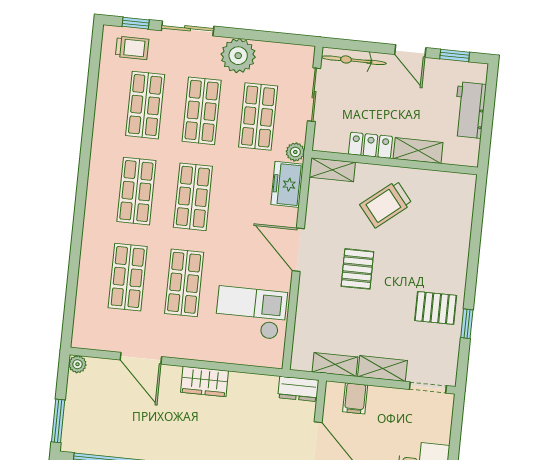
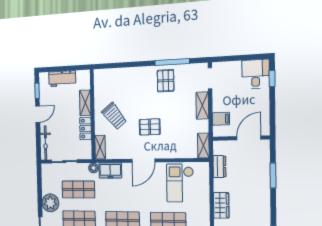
window: (467, 324) -> (172, 62), width x2.17
shelving: (335, 365) -> (203, 146), moved
dresser: (298, 389) -> (219, 167), moved

